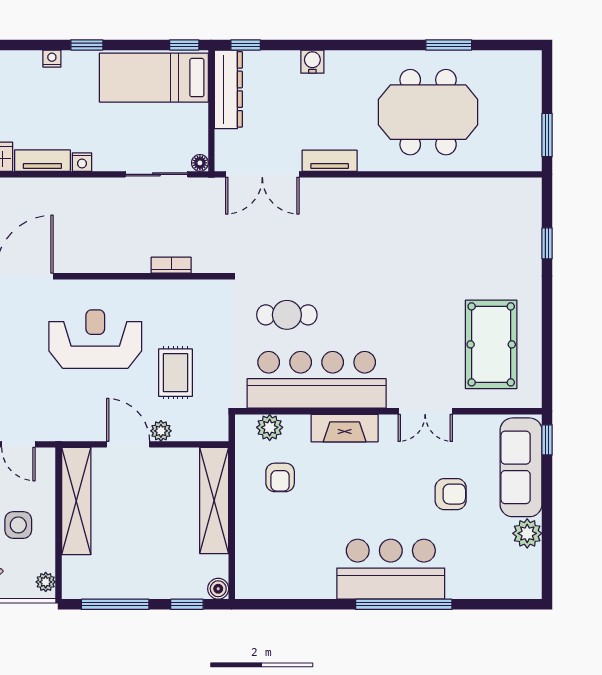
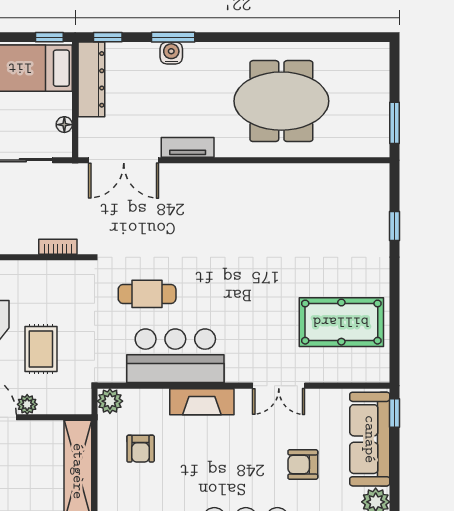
window: (449, 45) -> (173, 37), moved
floor lamp: (200, 163) -> (64, 125), moved
bookcase: (171, 265) -> (58, 247), moved
pool table: (491, 344) -> (341, 322), turned 90
bar counter: (317, 380) -> (175, 356), width x0.73
plant: (270, 427) -> (110, 401), moved
armchair: (451, 494) -> (303, 465), turned 180

